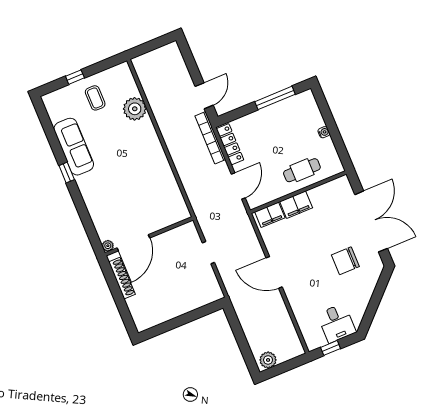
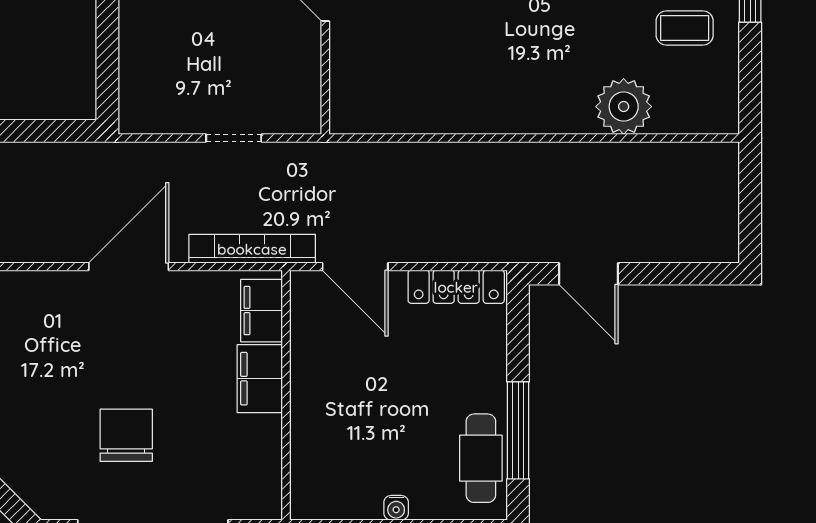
bookcase: (210, 138) -> (252, 249), moved
cafe table: (302, 170) -> (481, 458), moved
chair: (345, 261) -> (126, 435), moved

